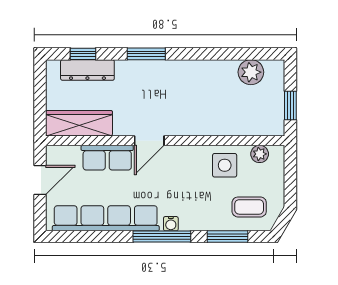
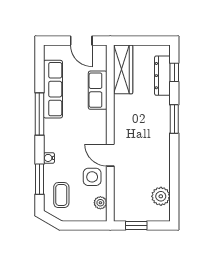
door: (149, 141) -> (110, 155), moved
row of seats: (106, 218) -> (53, 89), width x0.73
water cooler: (171, 224) -> (49, 158), moved
window: (162, 237) -> (39, 114), moved

